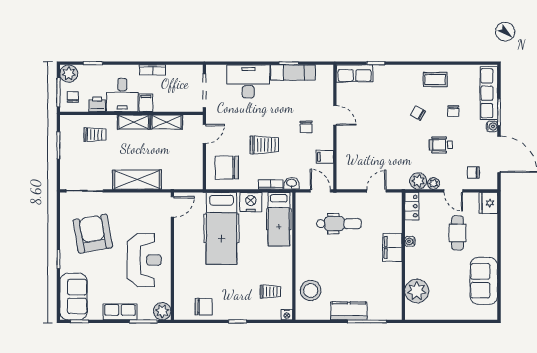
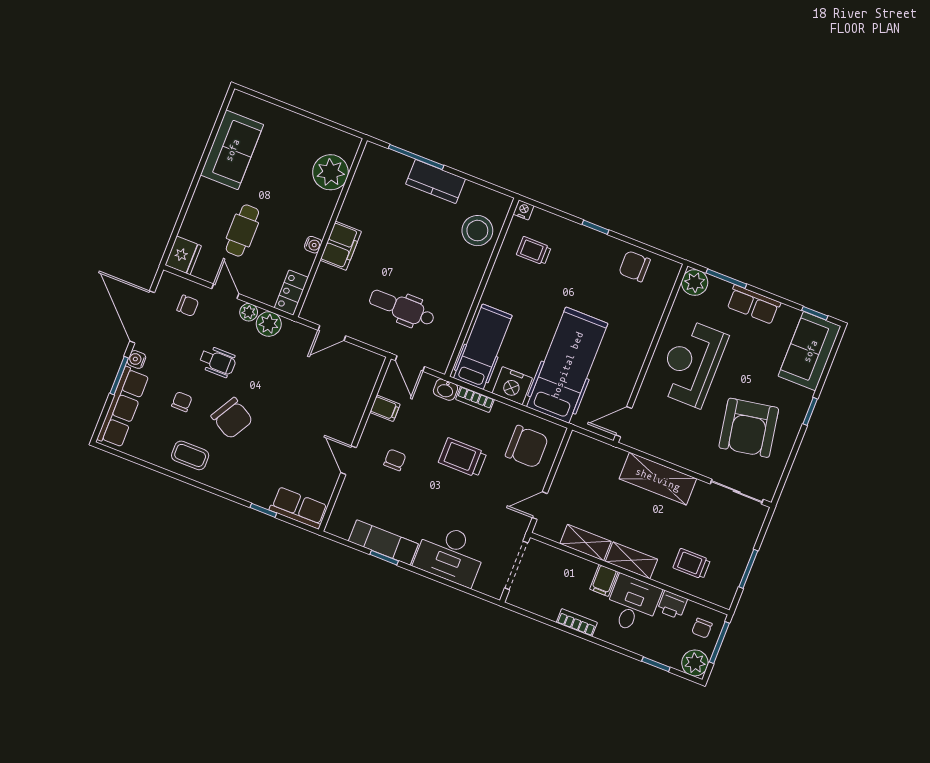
chair: (418, 113) -> (232, 418), width x1.87, depth x1.87

